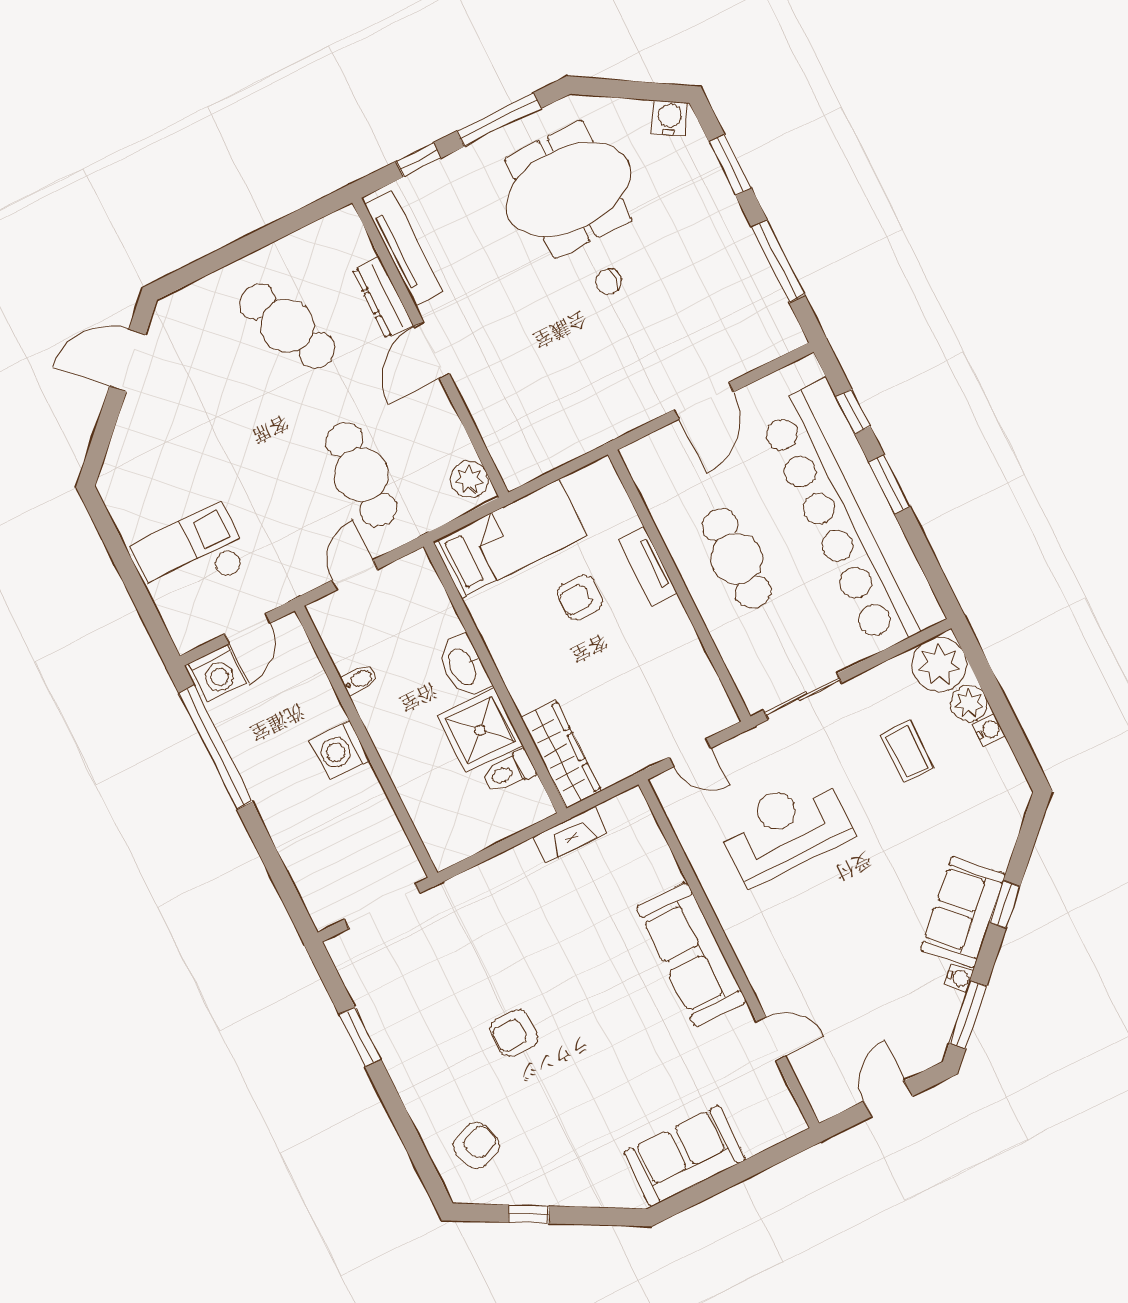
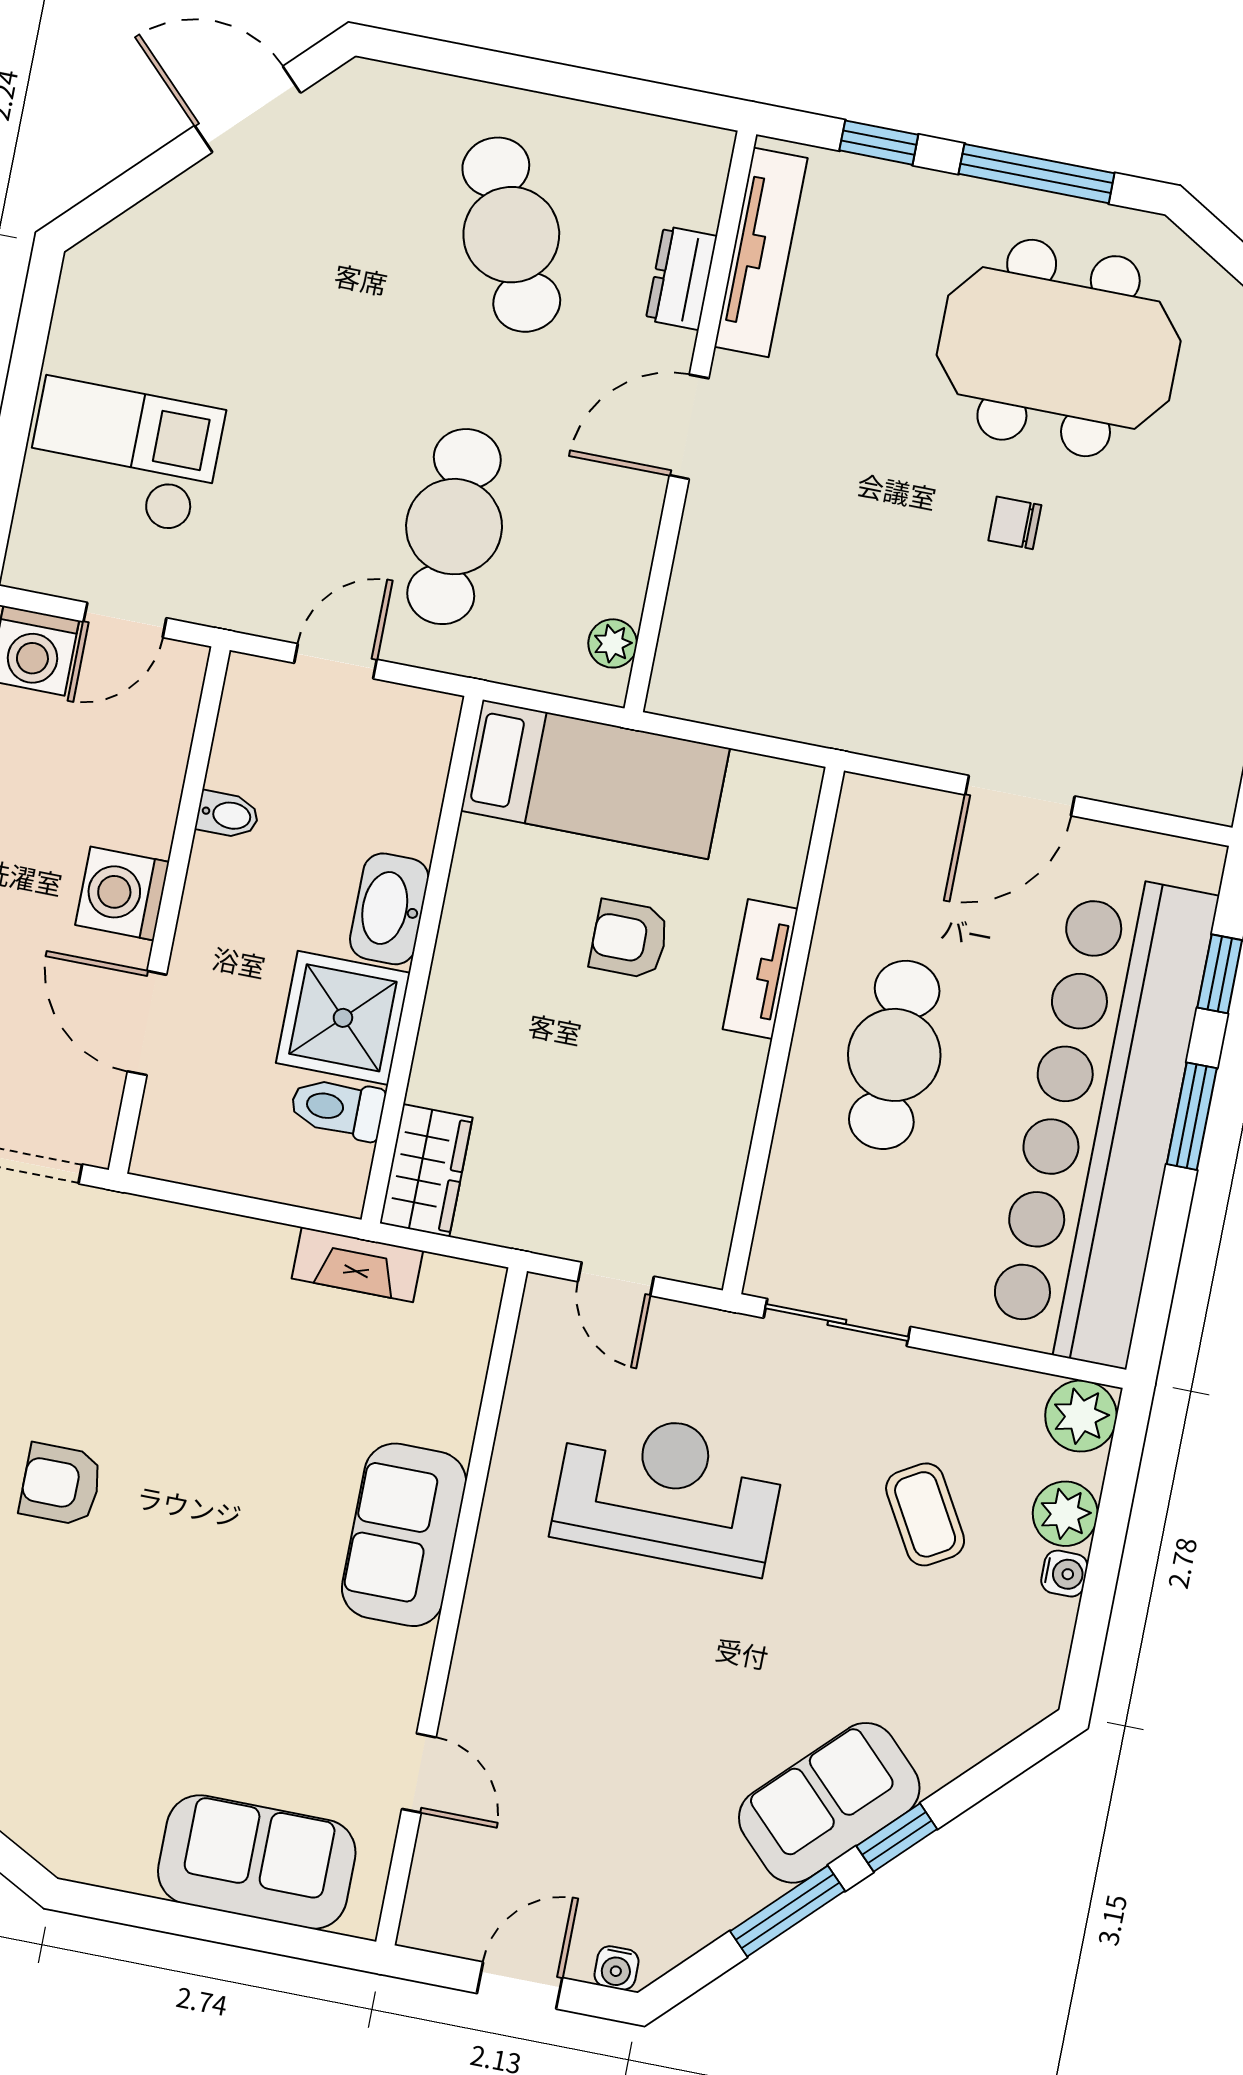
dresser: (383, 298) -> (681, 278), width x0.70
plant: (469, 479) -> (613, 643), width x0.73, depth x0.73
plant: (939, 665) -> (1081, 1416), width x0.73, depth x0.73
coffee table: (907, 752) -> (925, 1514), turned -30
wardrobe: (561, 754) -> (426, 1170), width x0.67
door: (395, 799) -> (147, 1023), added
sofa: (691, 954) -> (404, 1535), width x0.73
water cooler: (959, 978) -> (616, 1968), moved, turned 45
window: (968, 1015) -> (788, 1911), moved
sofa: (685, 1156) -> (257, 1862), moved

